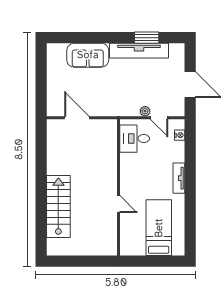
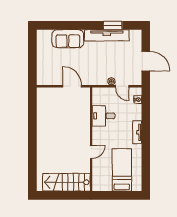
door: (77, 118) -> (72, 86), moved
desk: (135, 139) -> (103, 116), moved
door: (118, 204) -> (91, 152), hinge flipped
stairs: (58, 207) -> (66, 182), moved, turned -90

